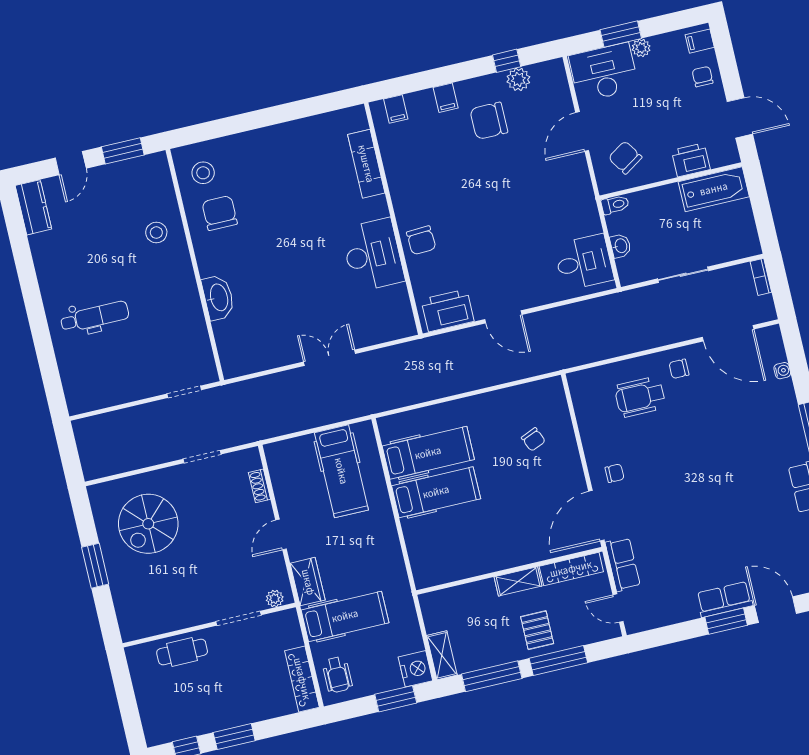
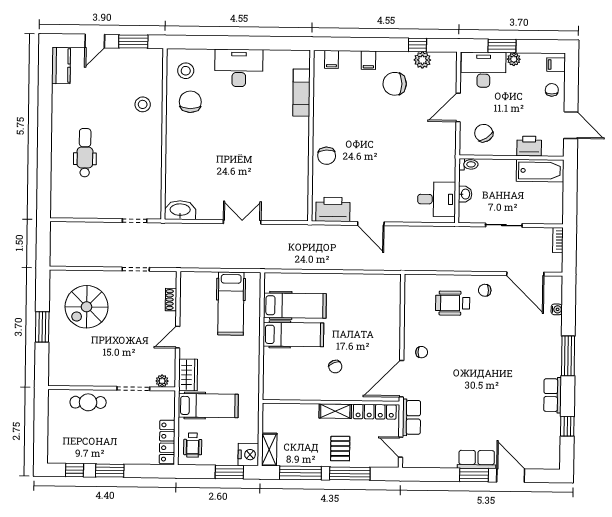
desk: (373, 255) -> (239, 68), moved, turned -90
washbasin: (218, 298) -> (180, 210), moved, turned -90
dental chair: (95, 317) -> (85, 153), turned -90
chair: (533, 439) -> (335, 367), moved

